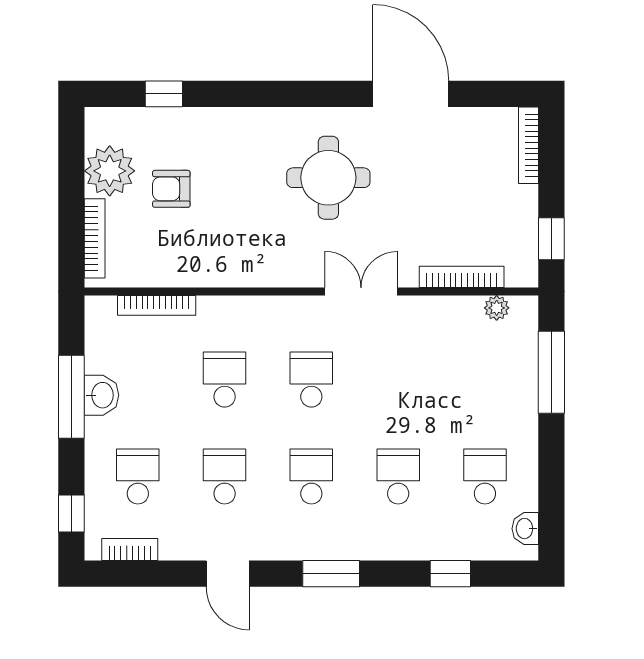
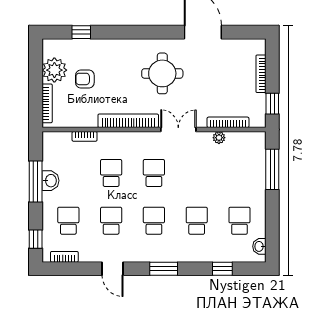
bookcase: (528, 145) -> (261, 74), moved
bookcase: (259, 274) -> (128, 121), added
bookcase: (157, 305) -> (85, 136), width x0.64
plant: (497, 308) -> (219, 138), moved

